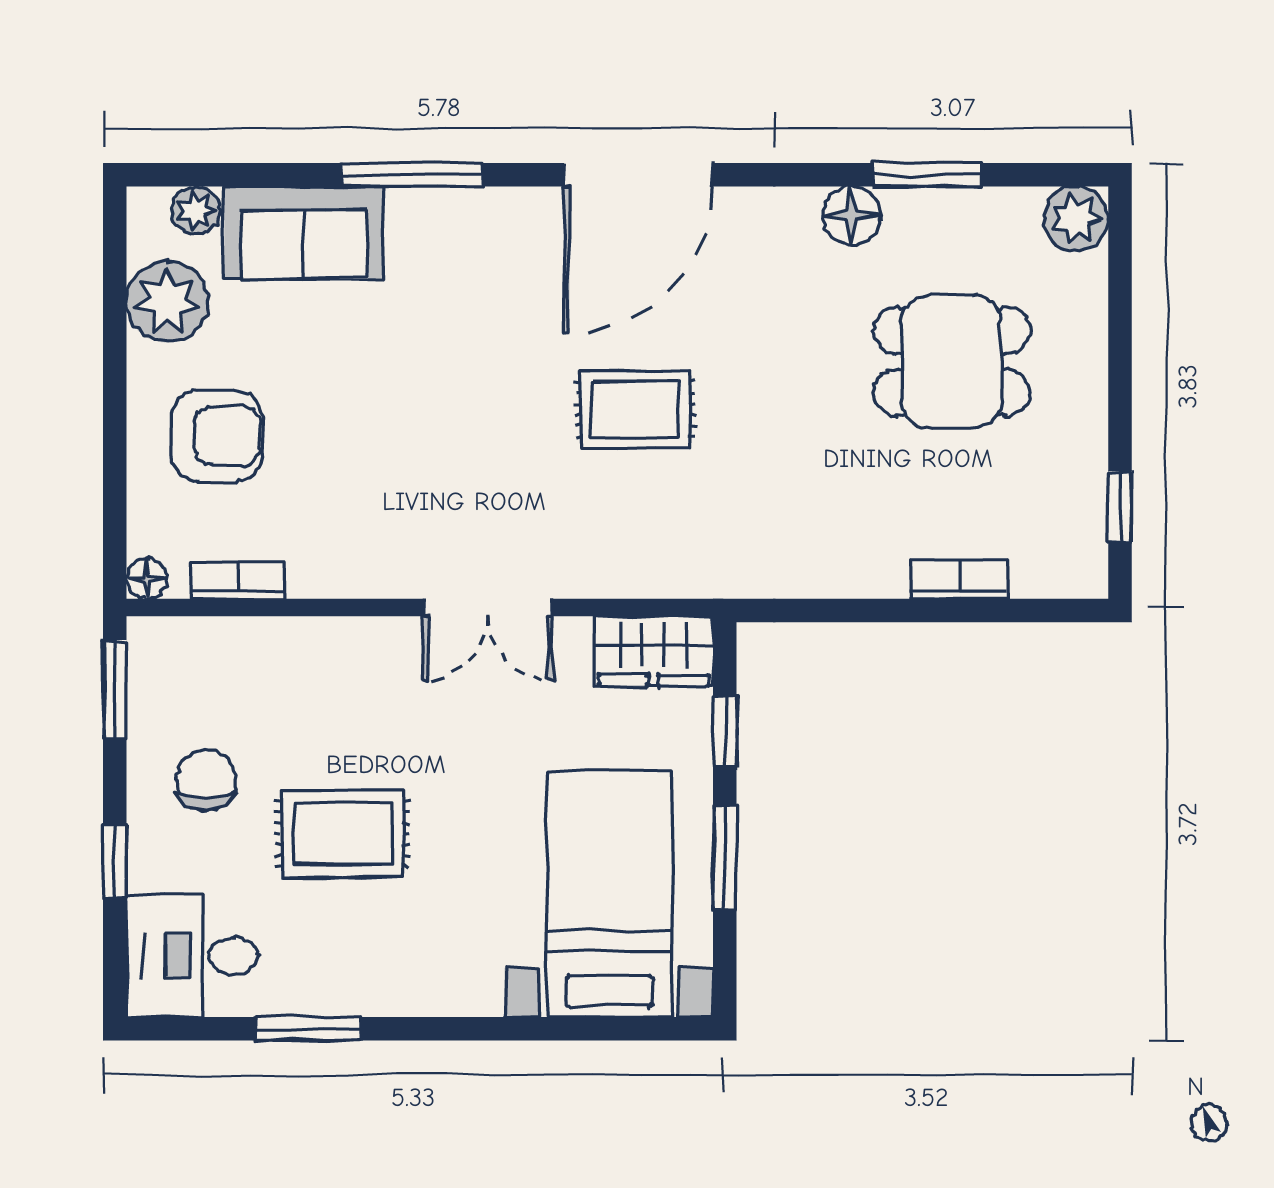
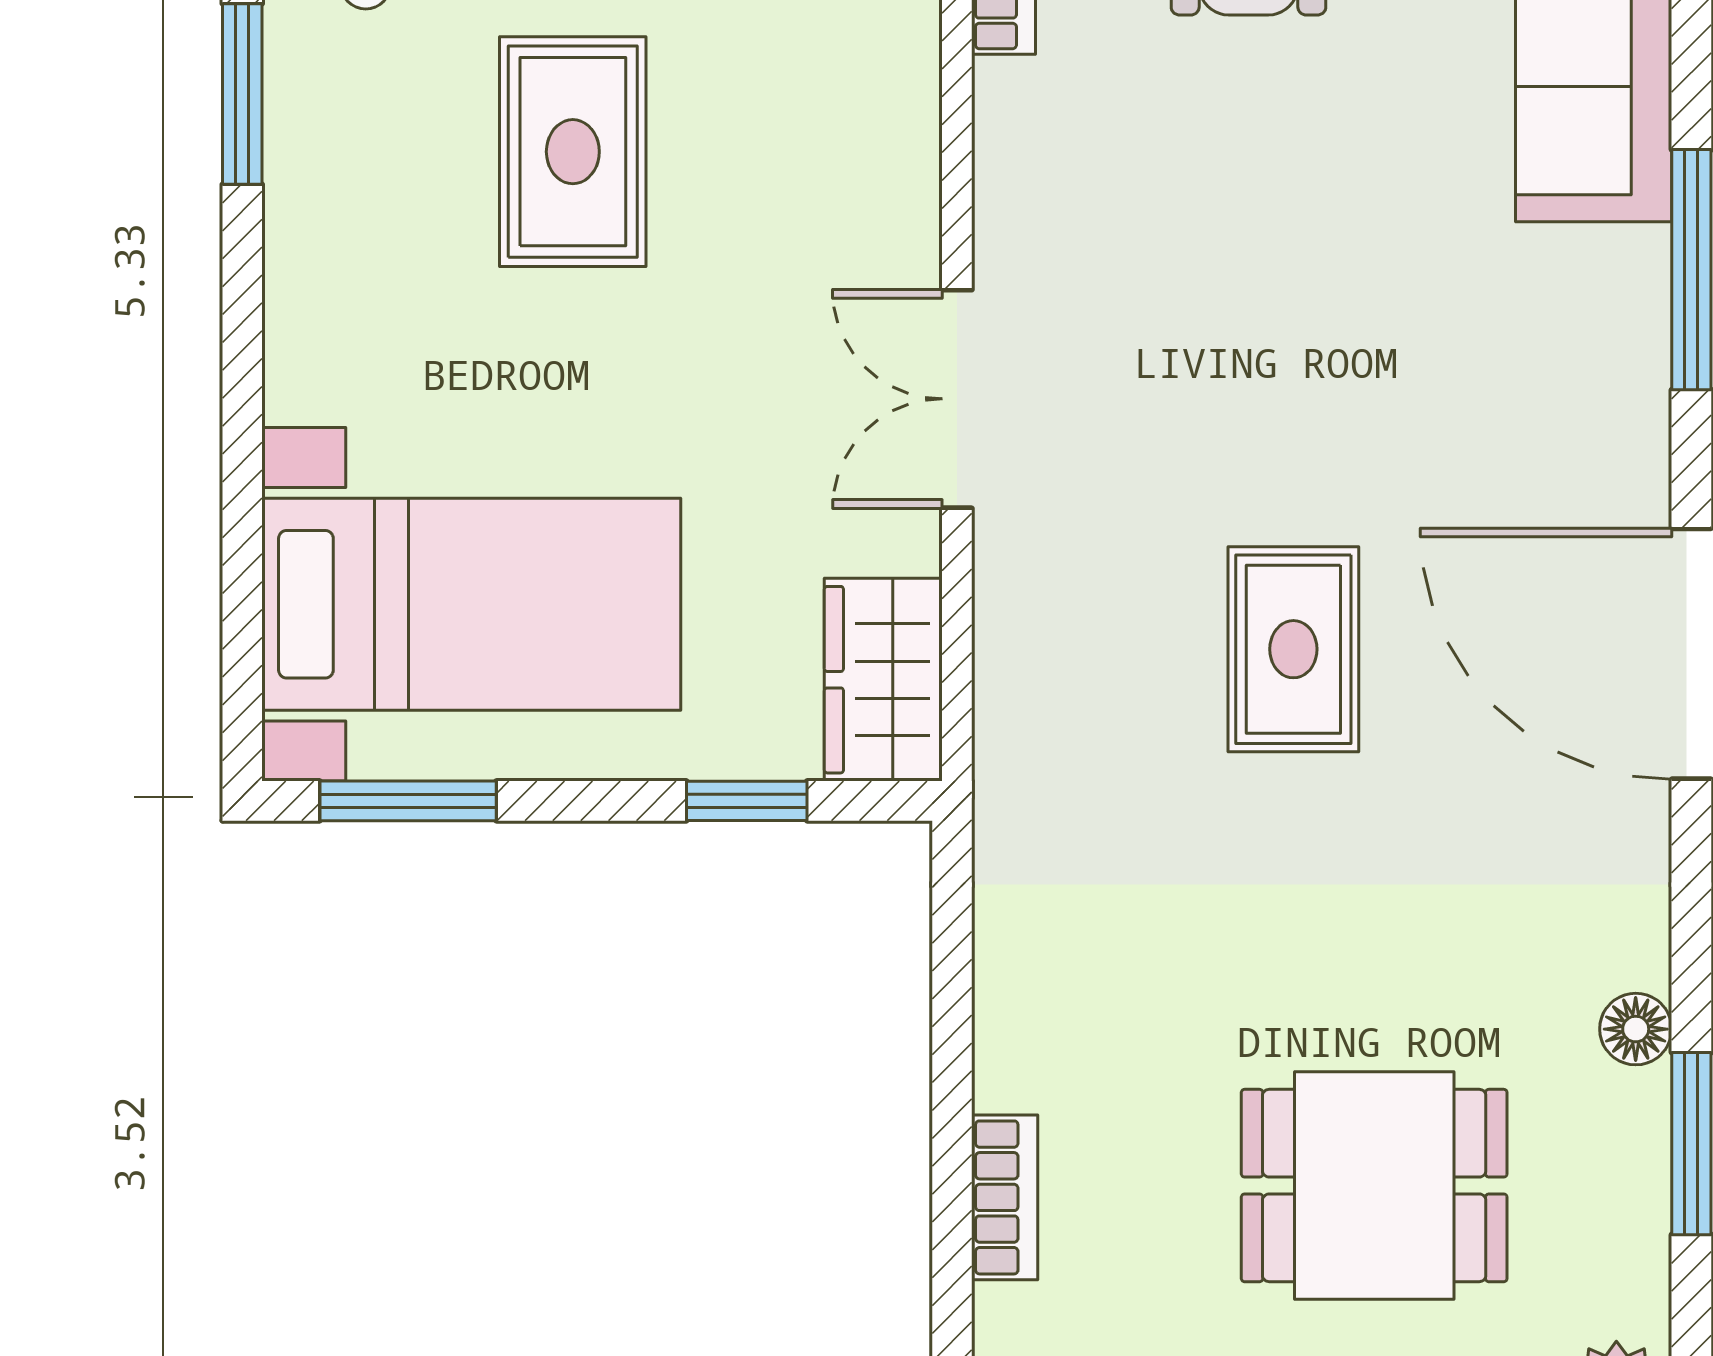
floor lamp: (851, 215) -> (1636, 1029), width x0.73, depth x0.73
dining table: (952, 362) -> (1374, 1186), turned 90
window: (725, 858) -> (408, 801), moved

